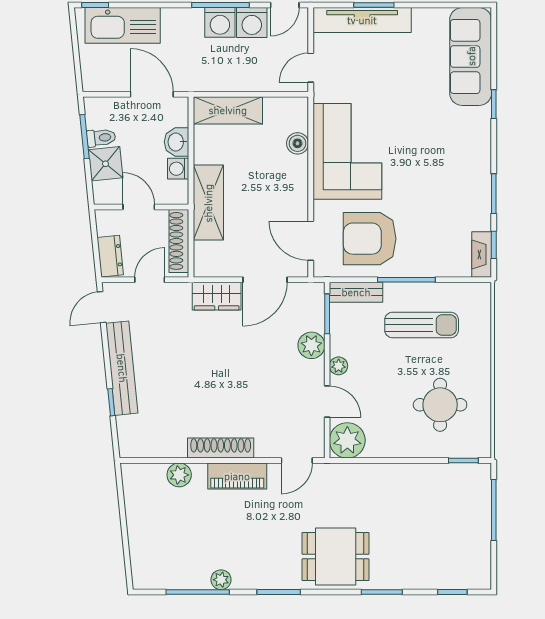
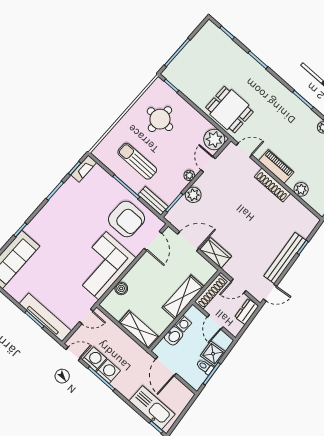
dining table: (336, 557) -> (229, 110), moved

